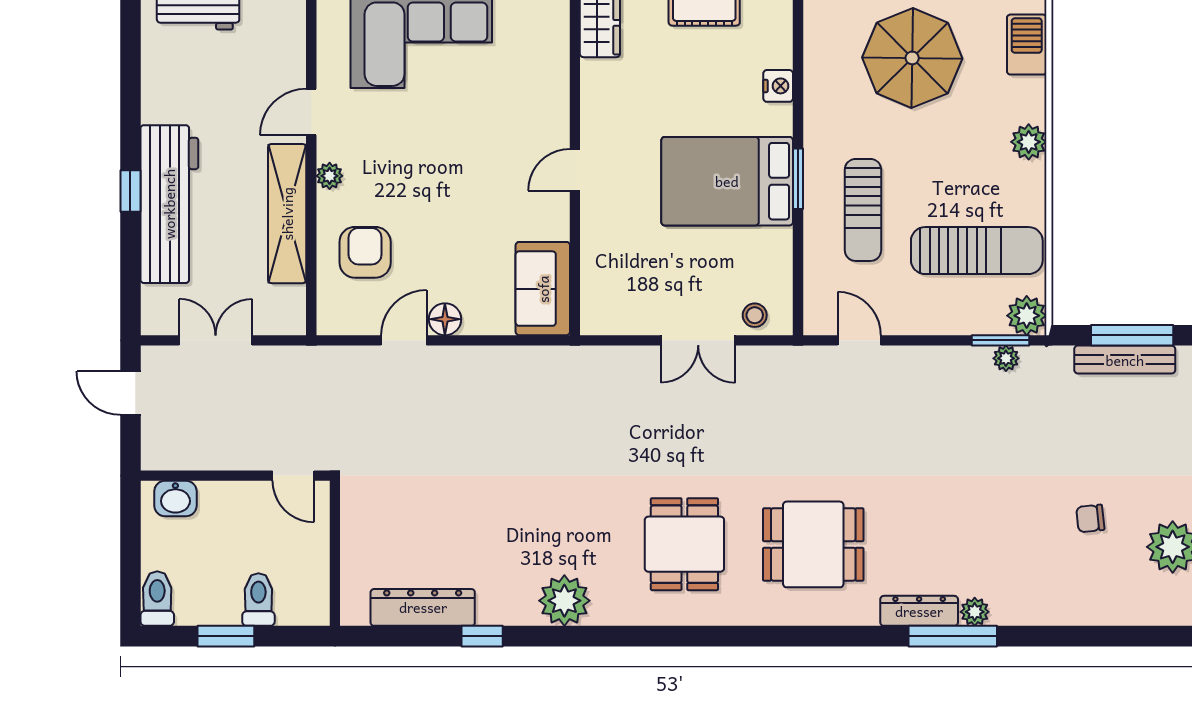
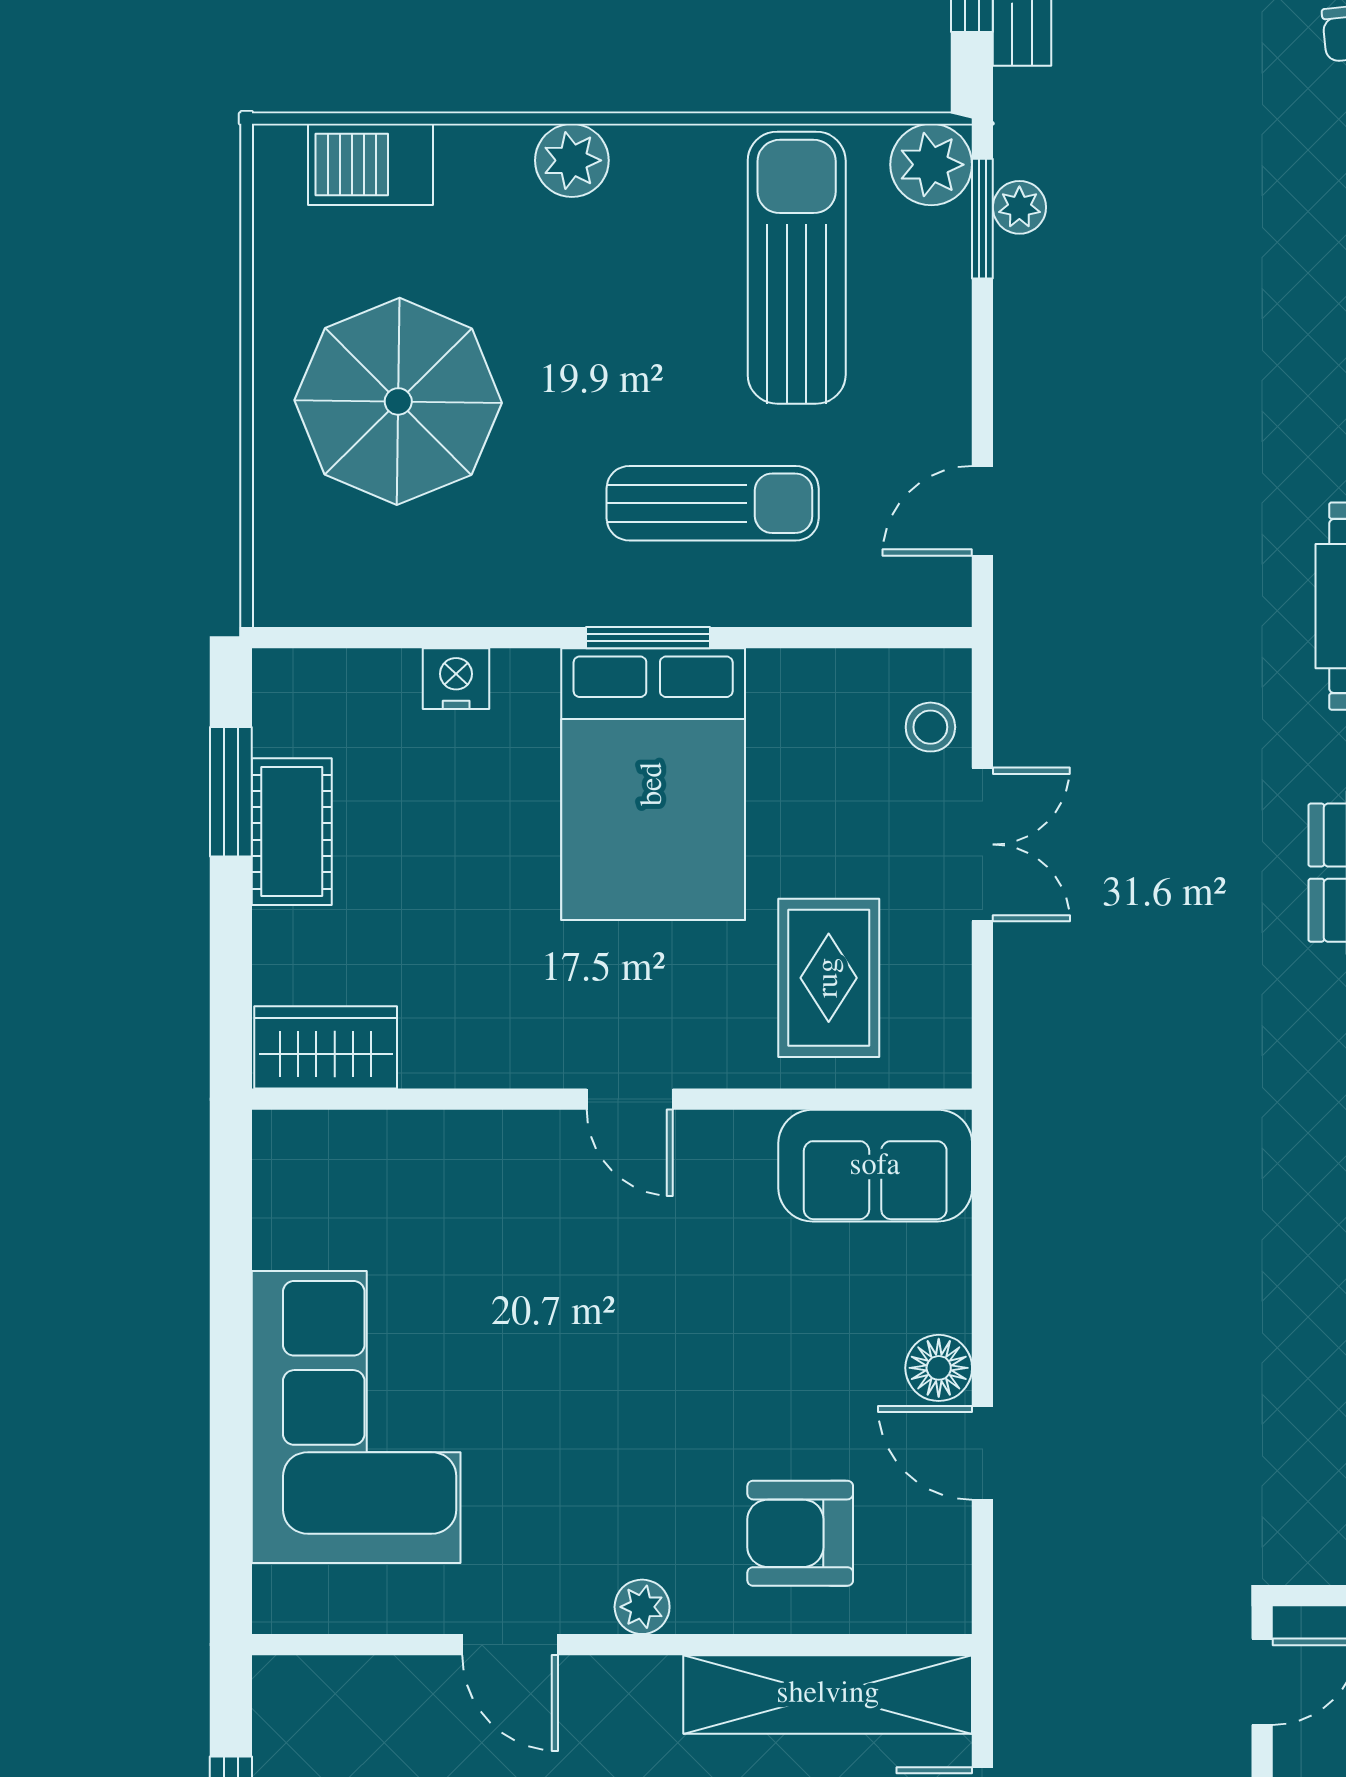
shelving: (287, 214) -> (828, 1694), moved
rug: (634, 266) -> (829, 978), added

